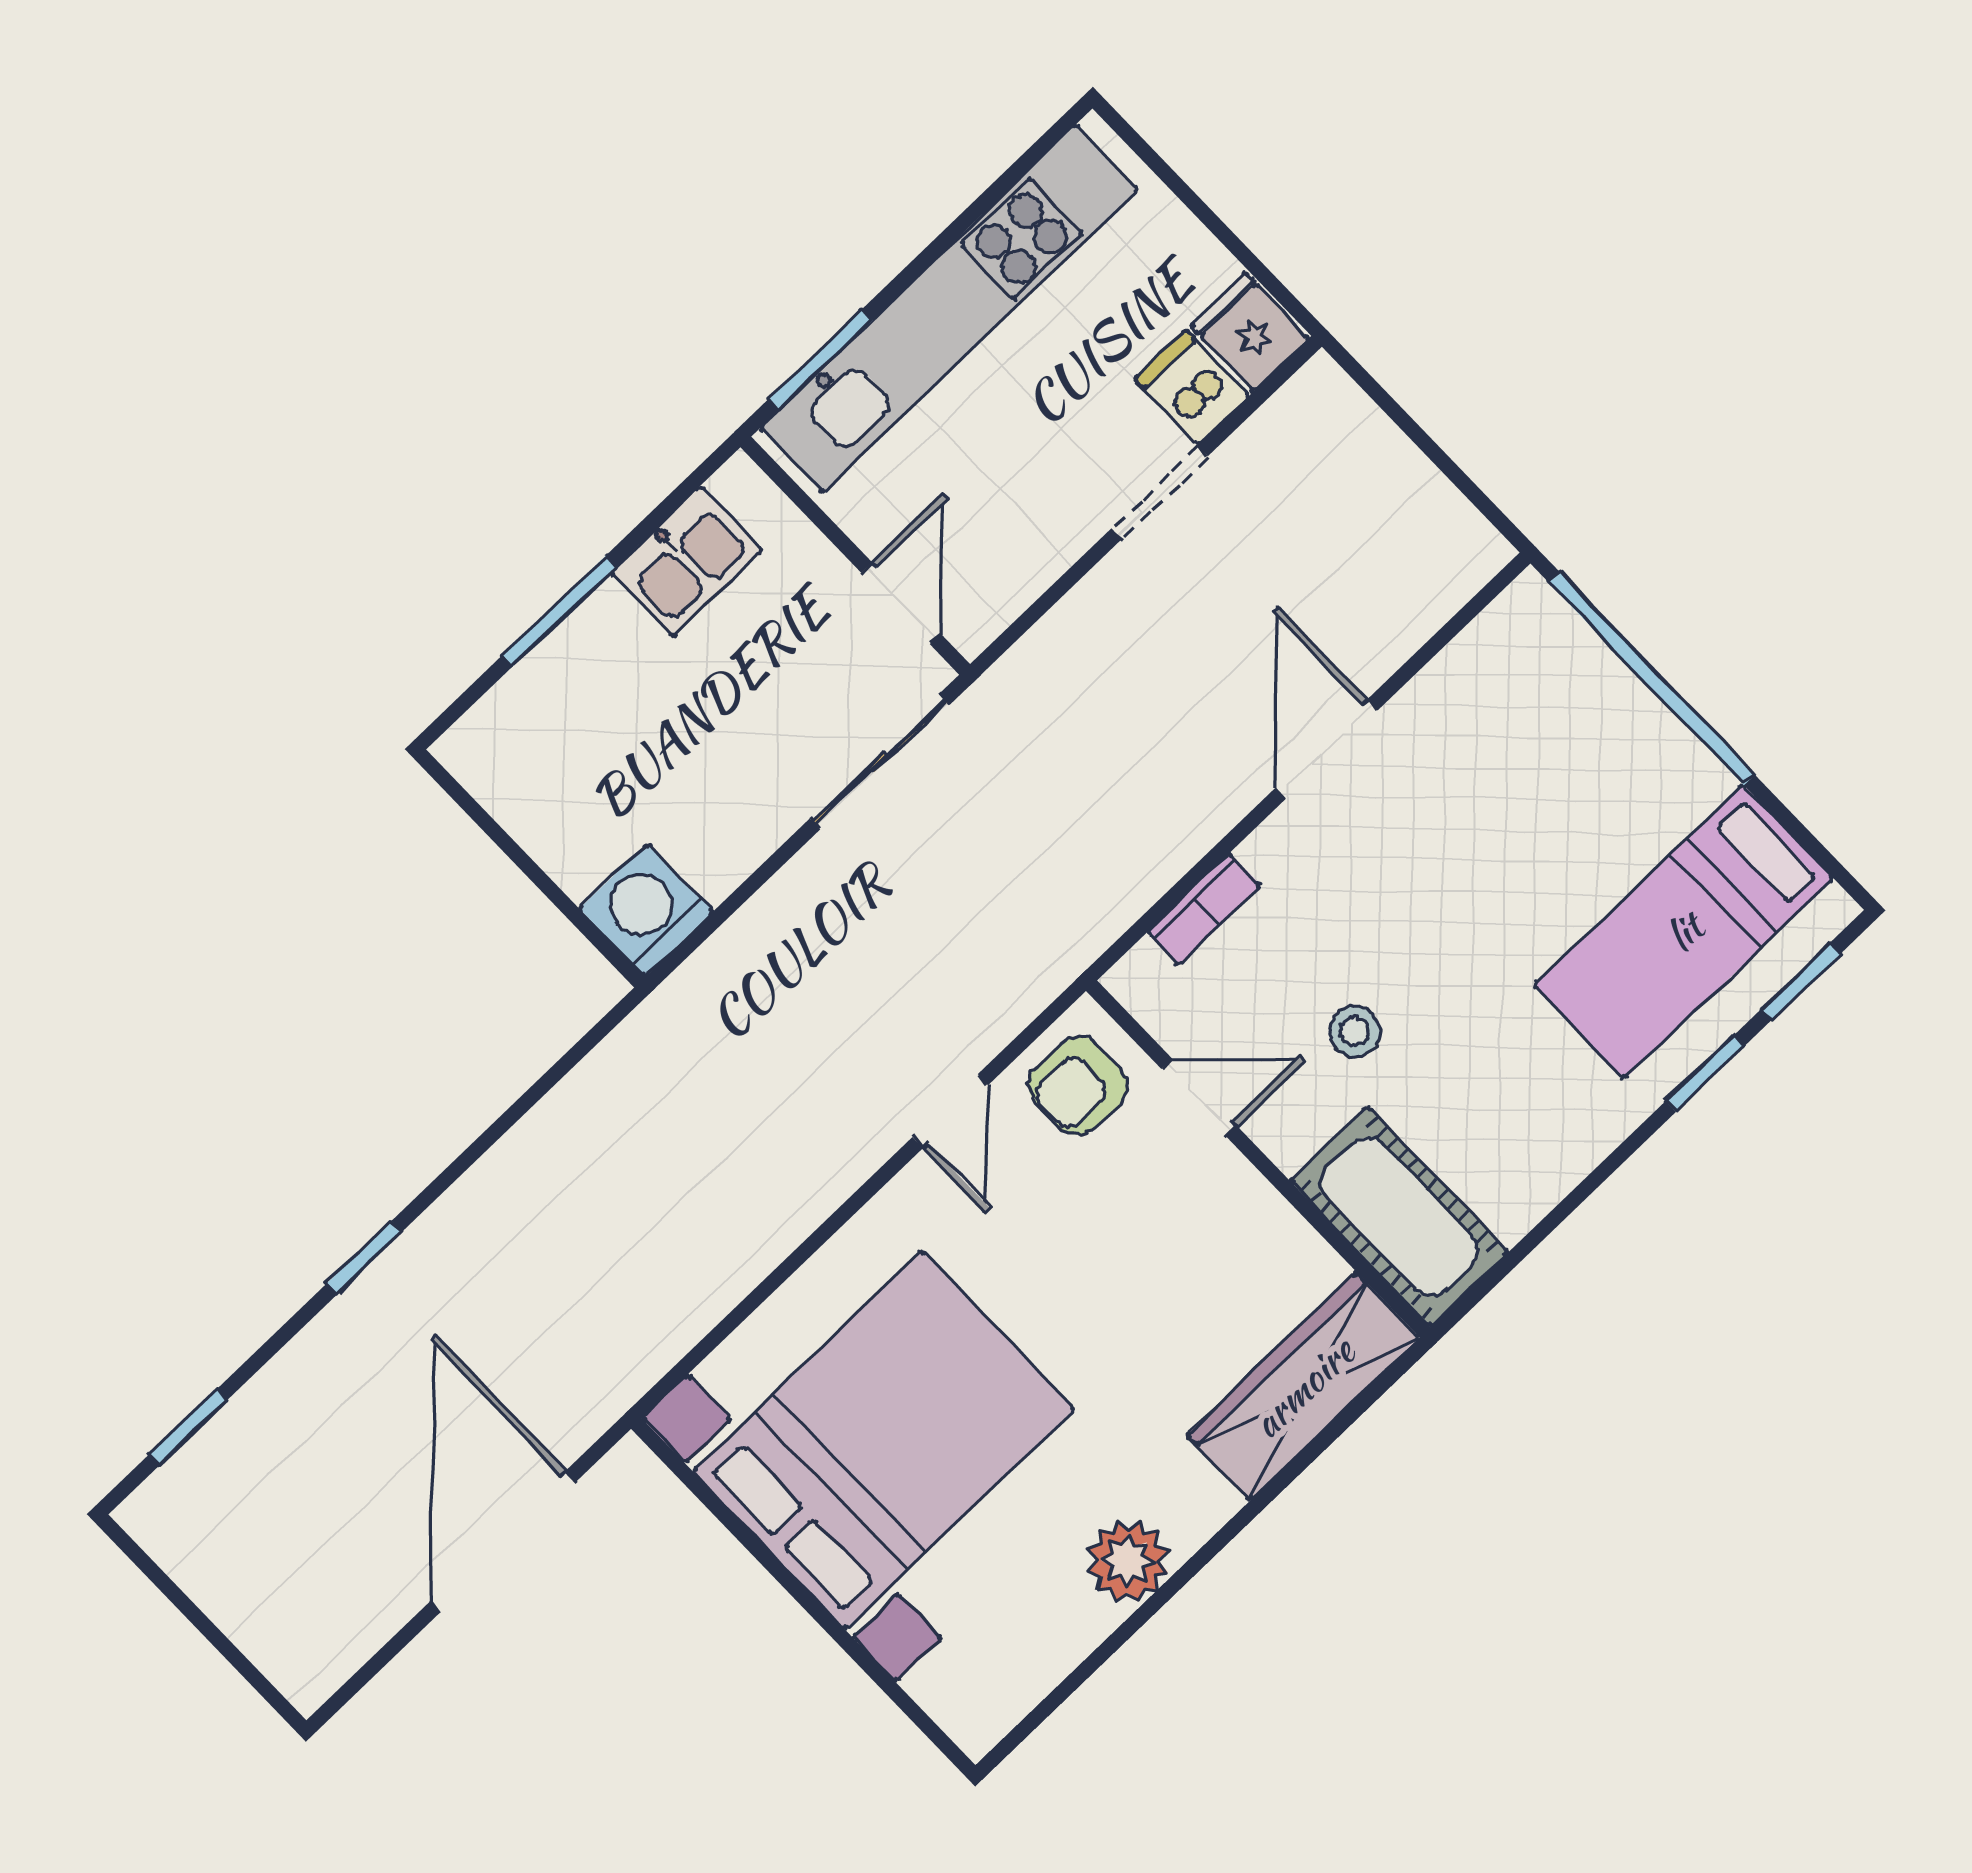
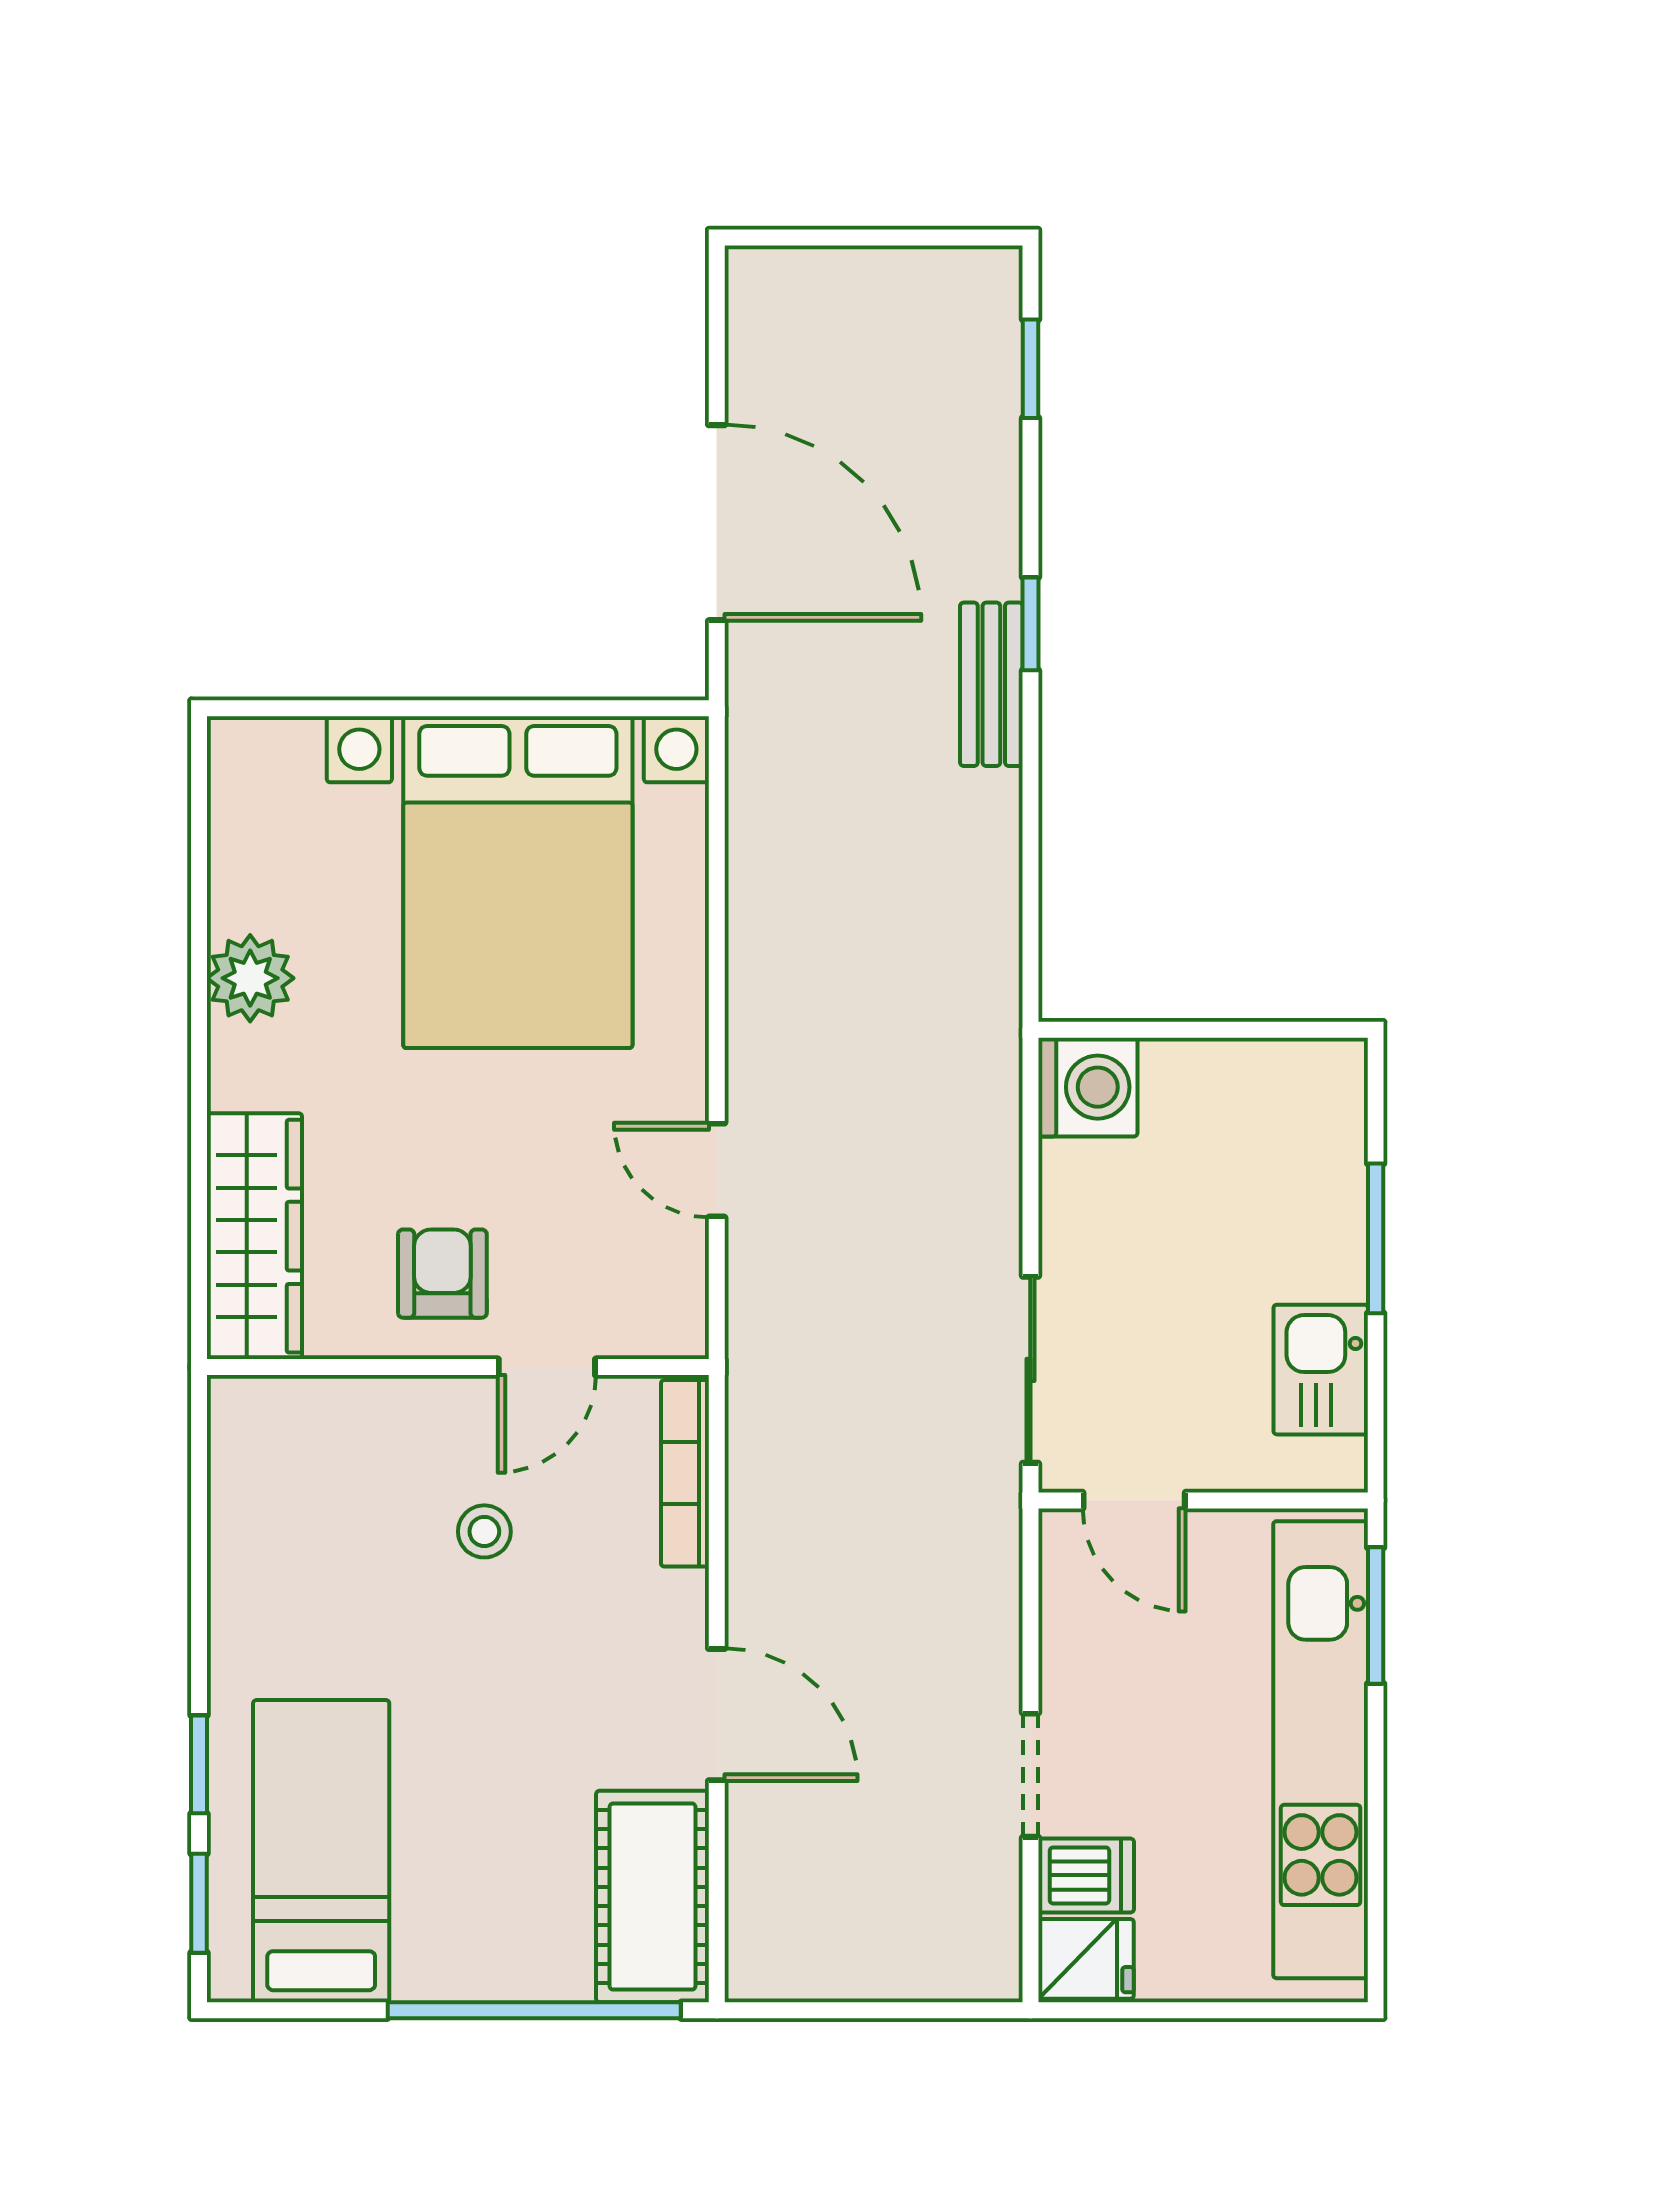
bookcase: (1204, 909) -> (685, 1473), width x1.56
armchair: (1078, 1085) -> (442, 1274), moved
cot: (1399, 1217) -> (653, 1897), moved, turned 90
bench: (432, 1244) -> (991, 684), added

